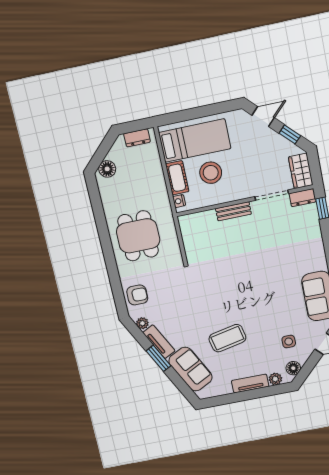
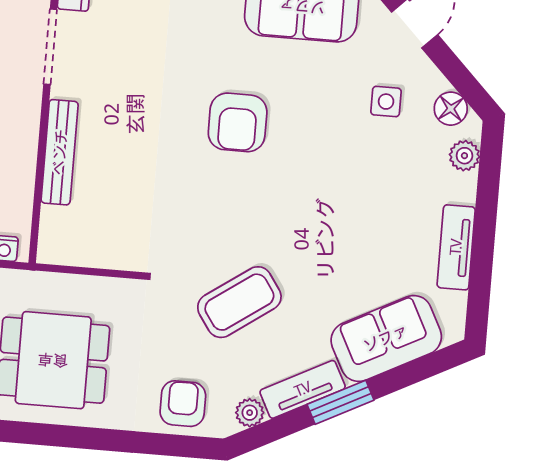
bench: (233, 211) -> (60, 152), width x1.36
armchair: (262, 284) -> (238, 122), added
coffee table: (227, 338) -> (239, 302), moved, turned 67
tv unit: (250, 384) -> (456, 247), moved

